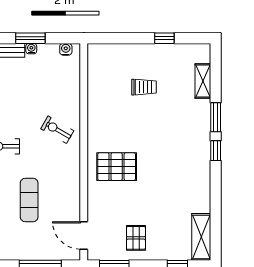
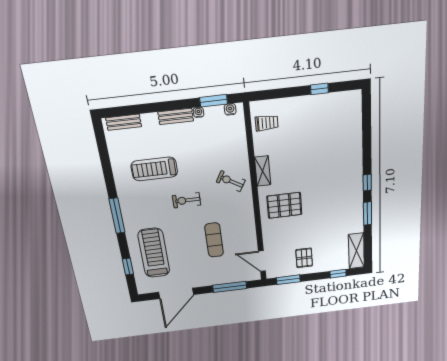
window: (30, 38) -> (214, 101), moved
shelving: (203, 81) -> (263, 171), moved
trolley: (144, 87) -> (267, 123), moved
window: (216, 117) -> (368, 214), moved

